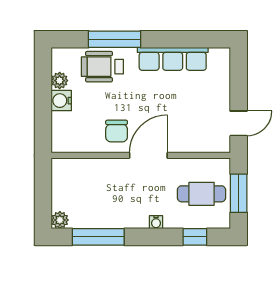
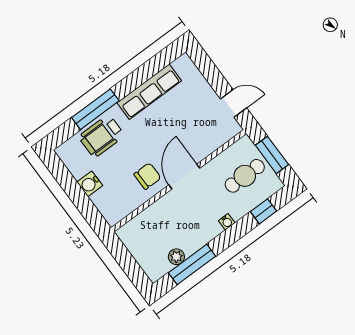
plant: (60, 81) -> (77, 170), removed
door: (239, 123) -> (234, 103), hinge flipped
chair: (117, 131) -> (147, 176), turned -90
plant: (60, 220) -> (176, 257), moved

